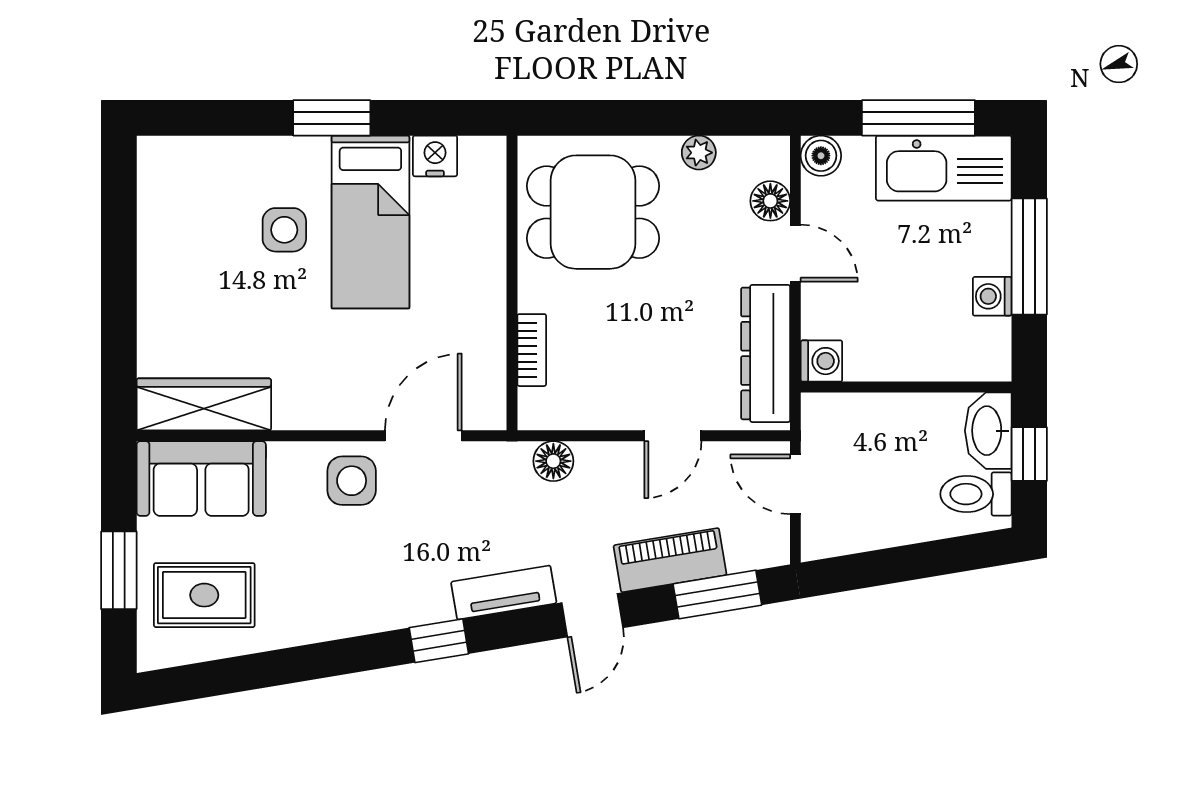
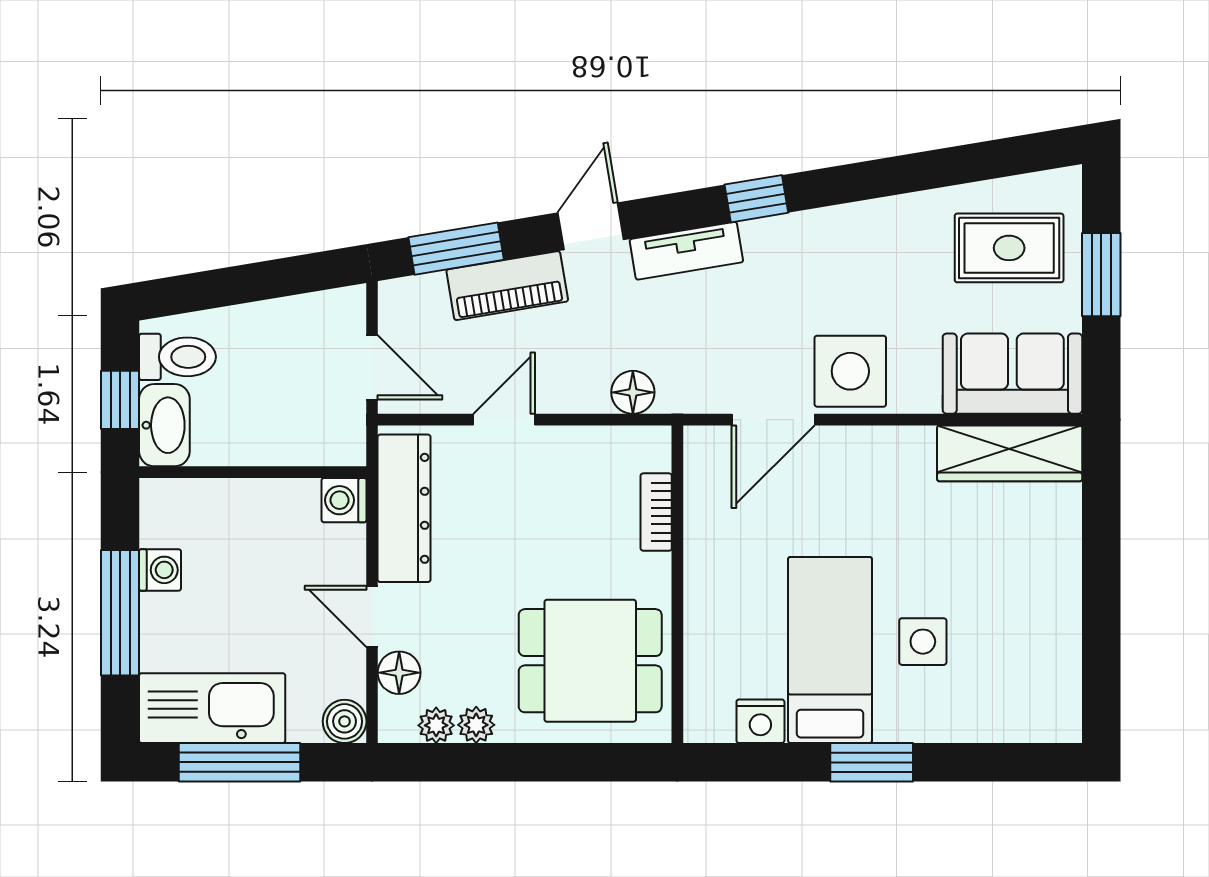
plant: (736, 152) -> (436, 725), added
side table: (352, 481) -> (850, 371), width x1.37, depth x1.37

